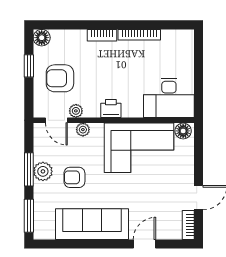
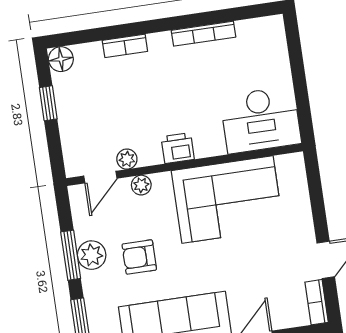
bookcase: (102, 35) -> (125, 46), moved
armchair: (60, 78) -> (96, 115), removed
door: (56, 120) -> (100, 177), hinge flipped
floor lamp: (183, 131) -> (289, 165), removed

